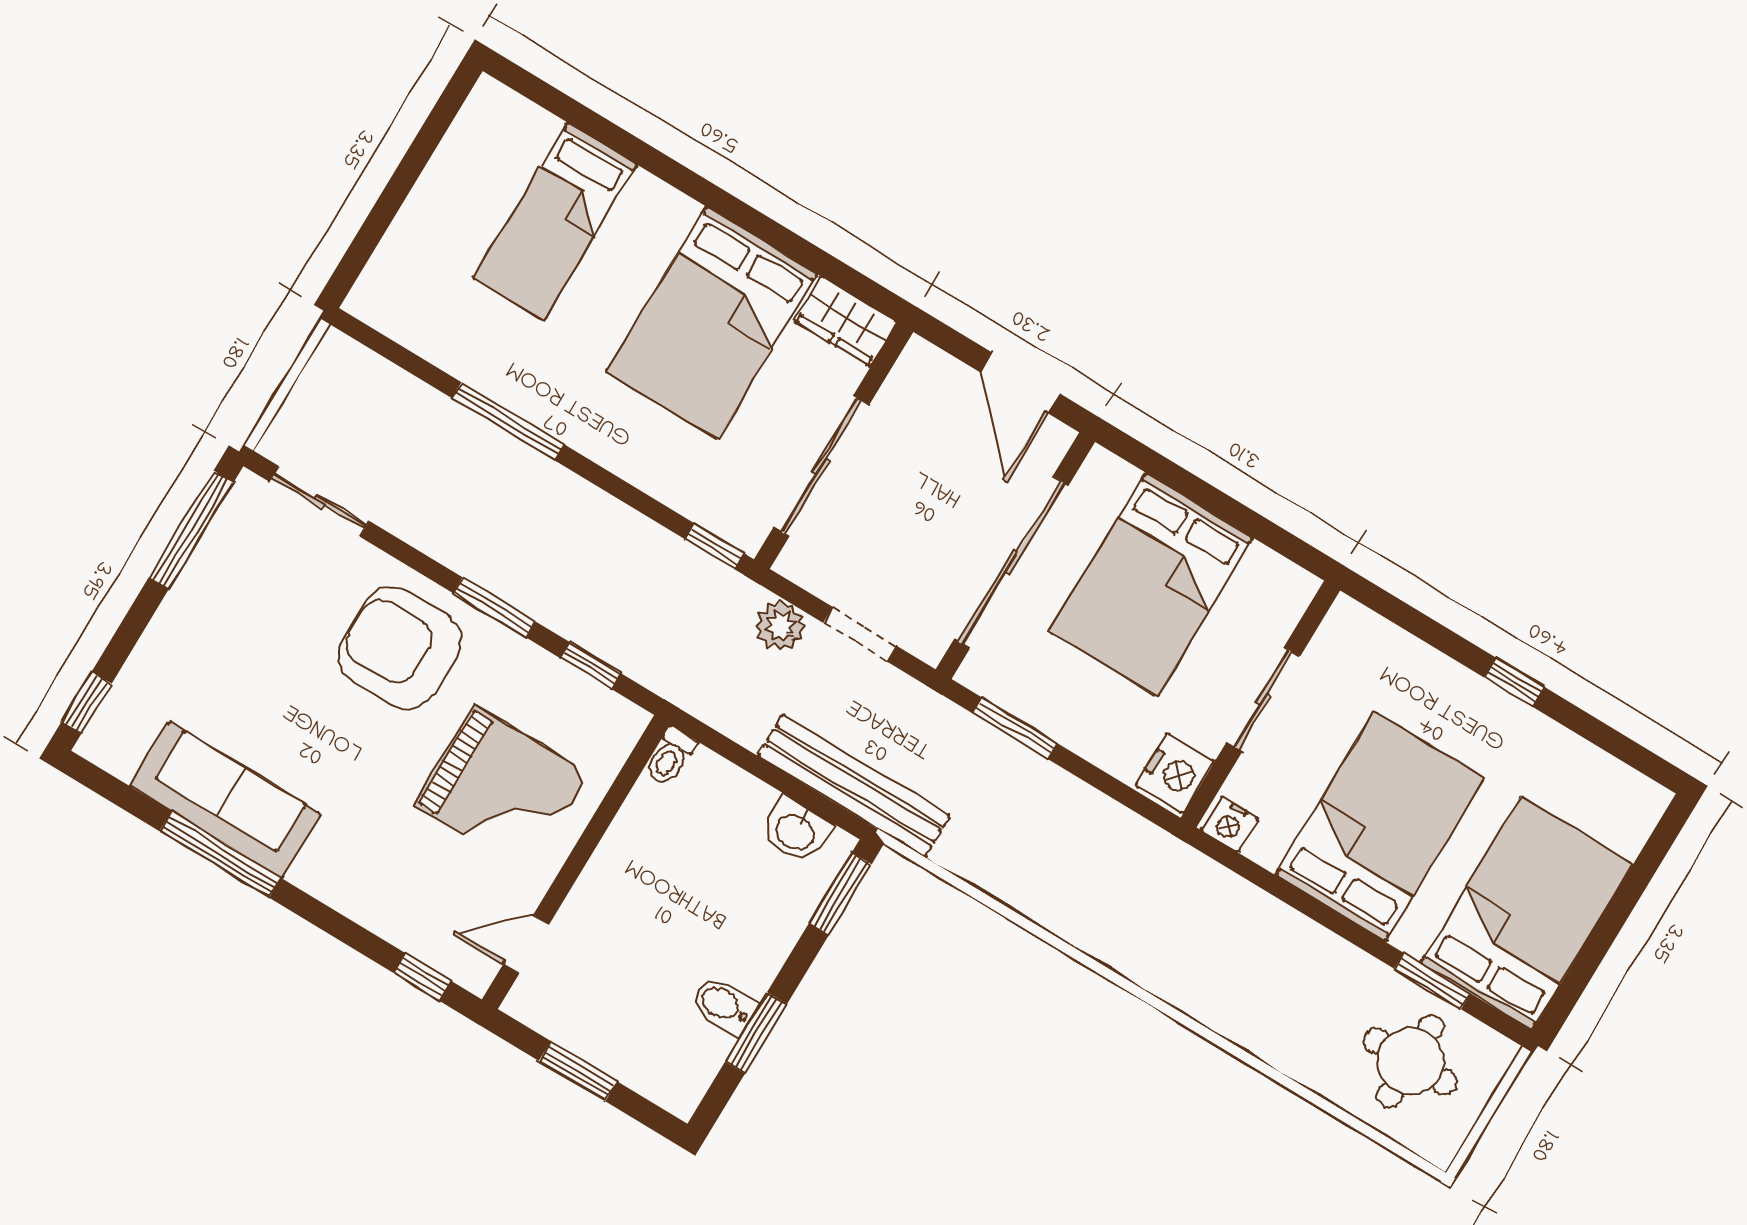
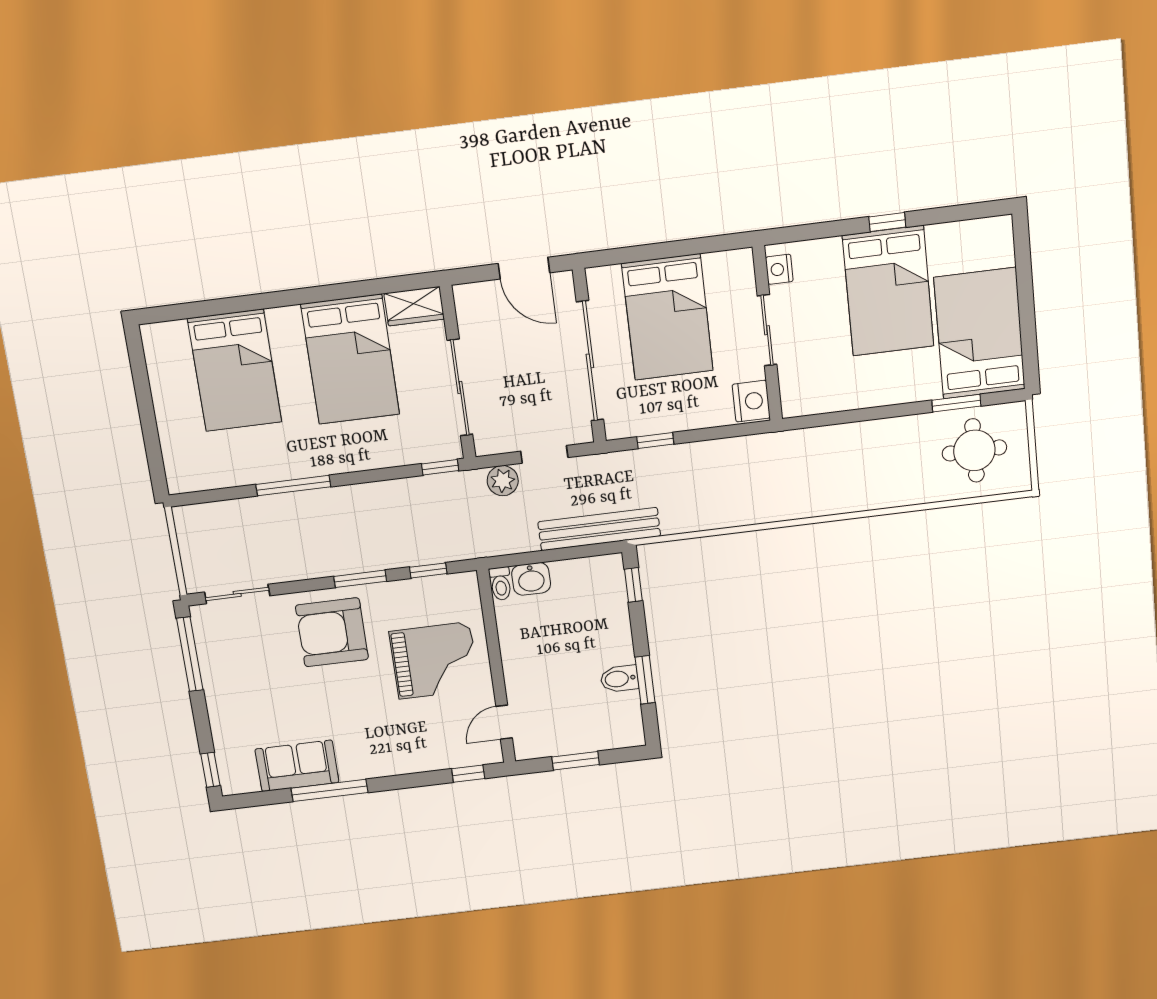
bed: (555, 221) -> (235, 370), width x1.50
window: (1015, 728) -> (655, 441), width x0.67
sofa: (225, 800) -> (297, 766), width x0.73
nightstand: (1230, 824) -> (779, 269), moved, turned 90
bed: (1380, 827) -> (888, 291), moved, turned 180
washbasin: (796, 831) -> (531, 579), moved
window: (840, 894) -> (633, 585), width x0.67

